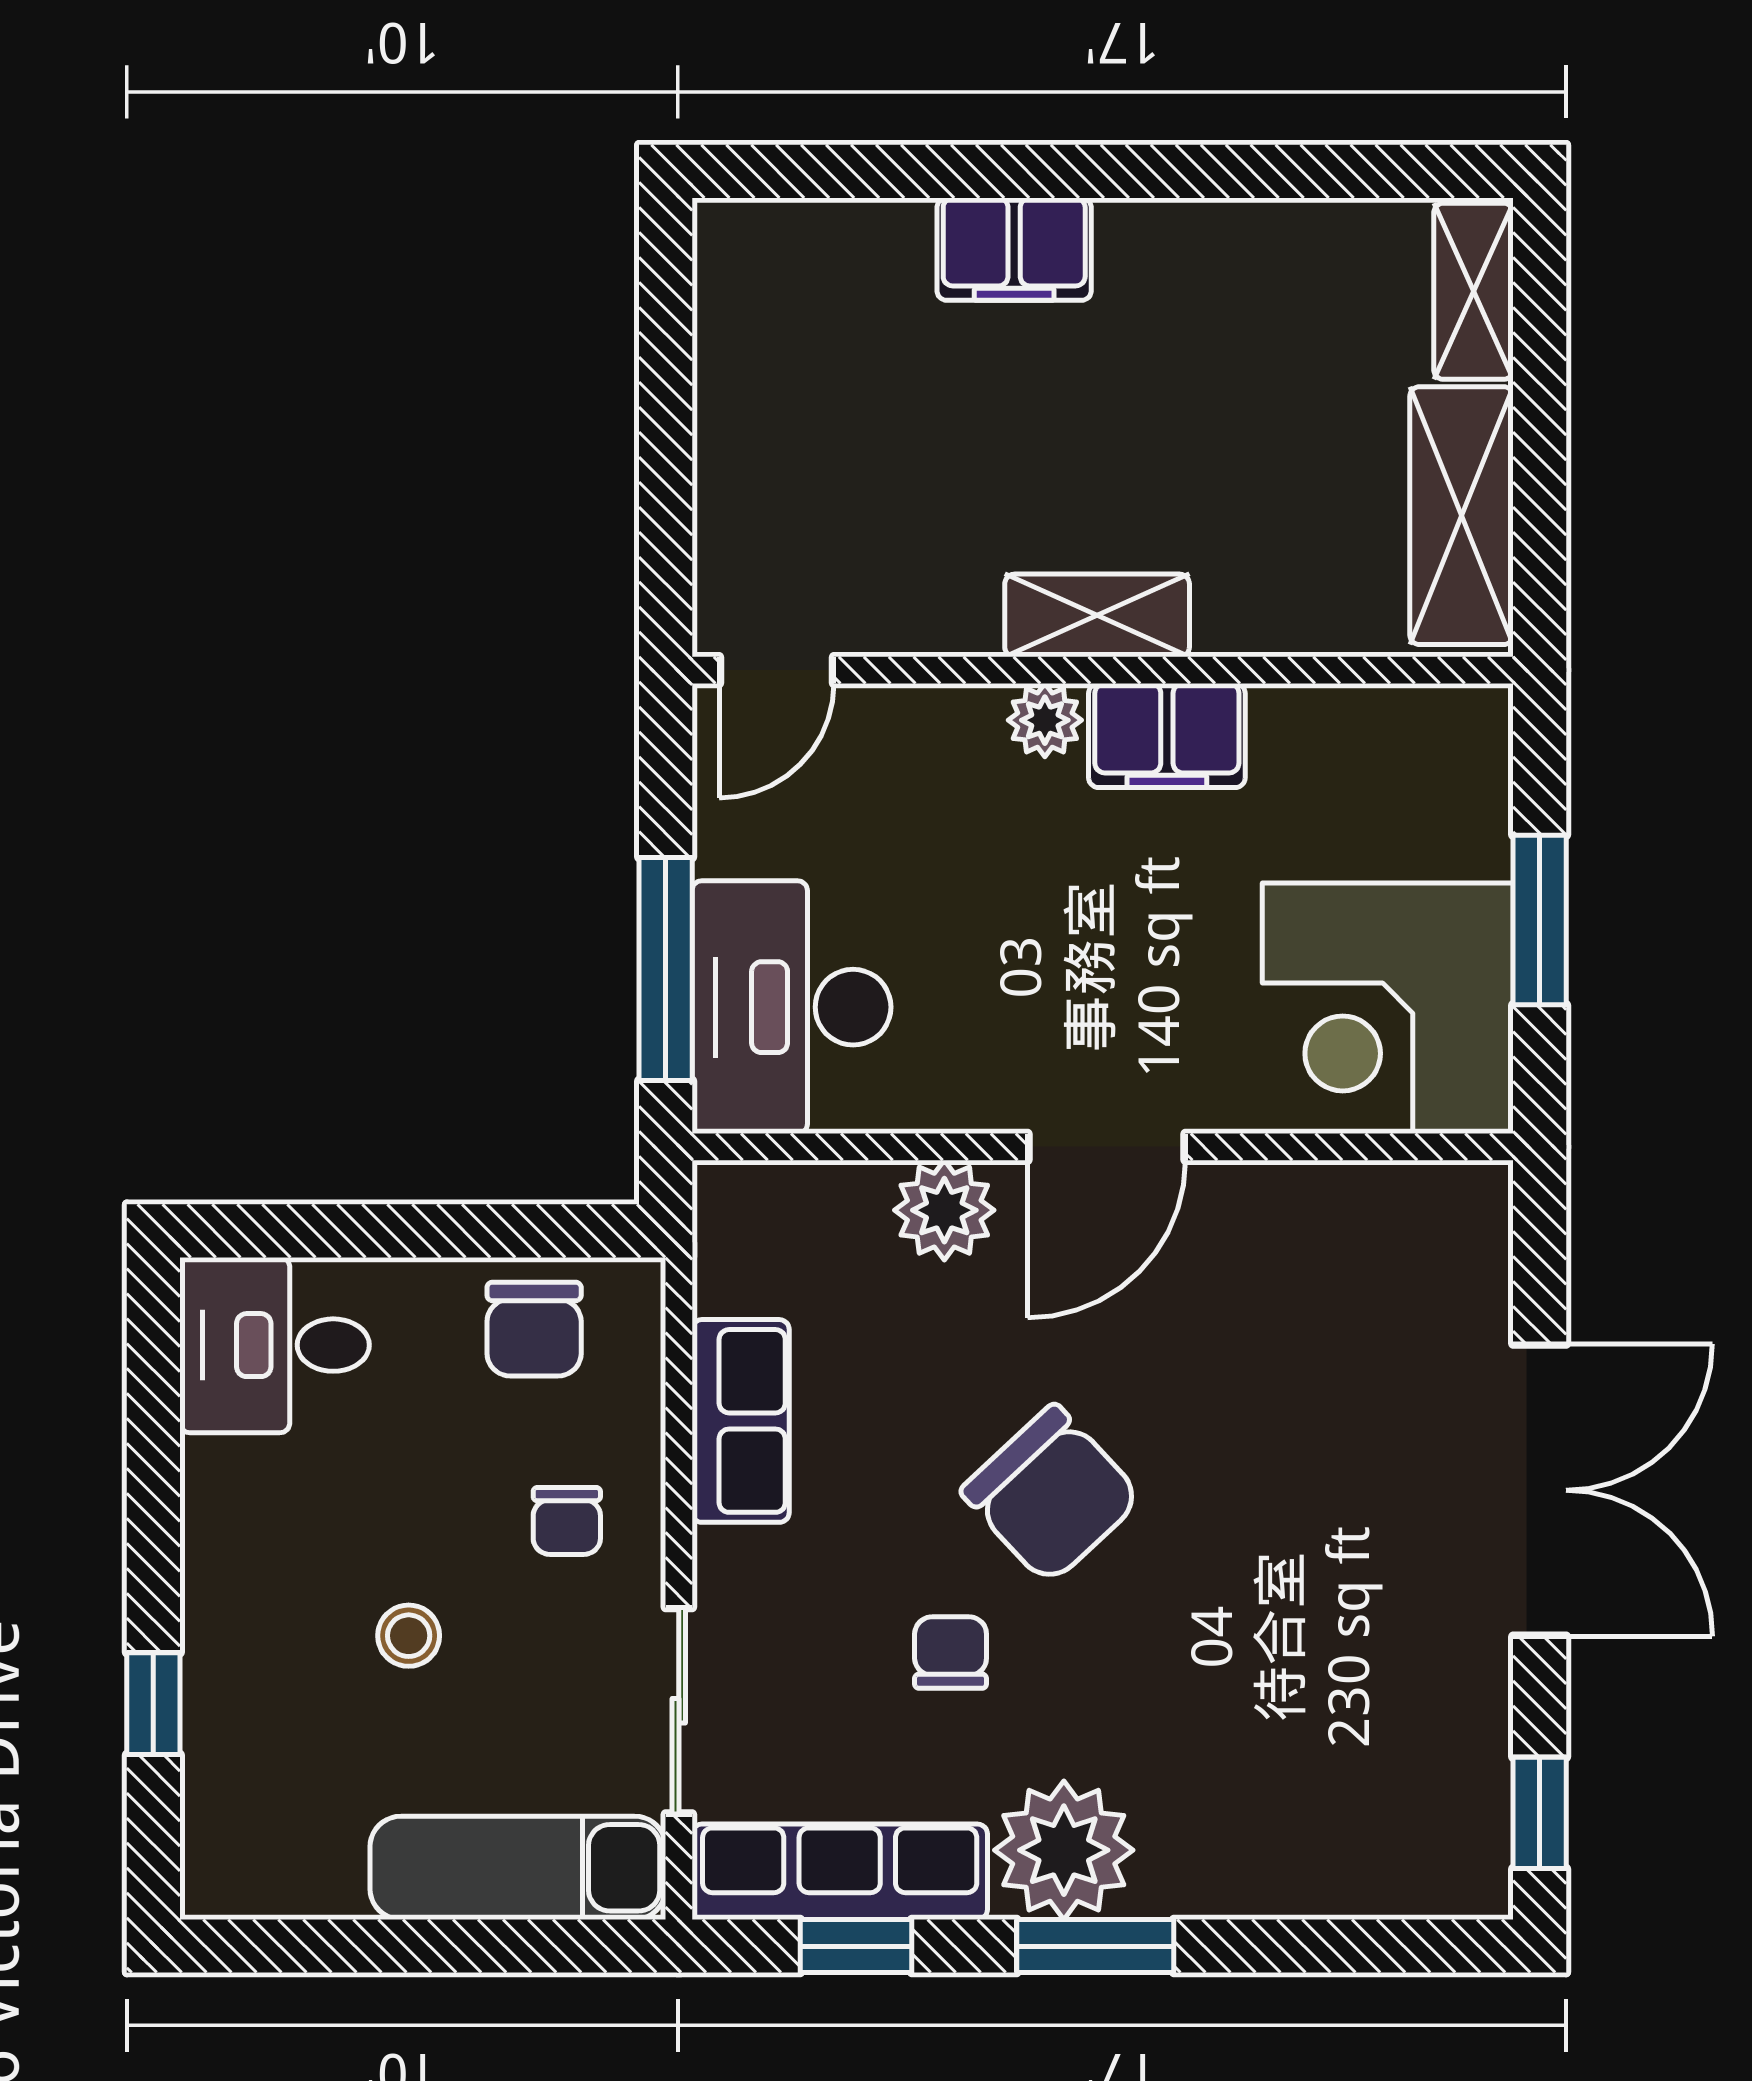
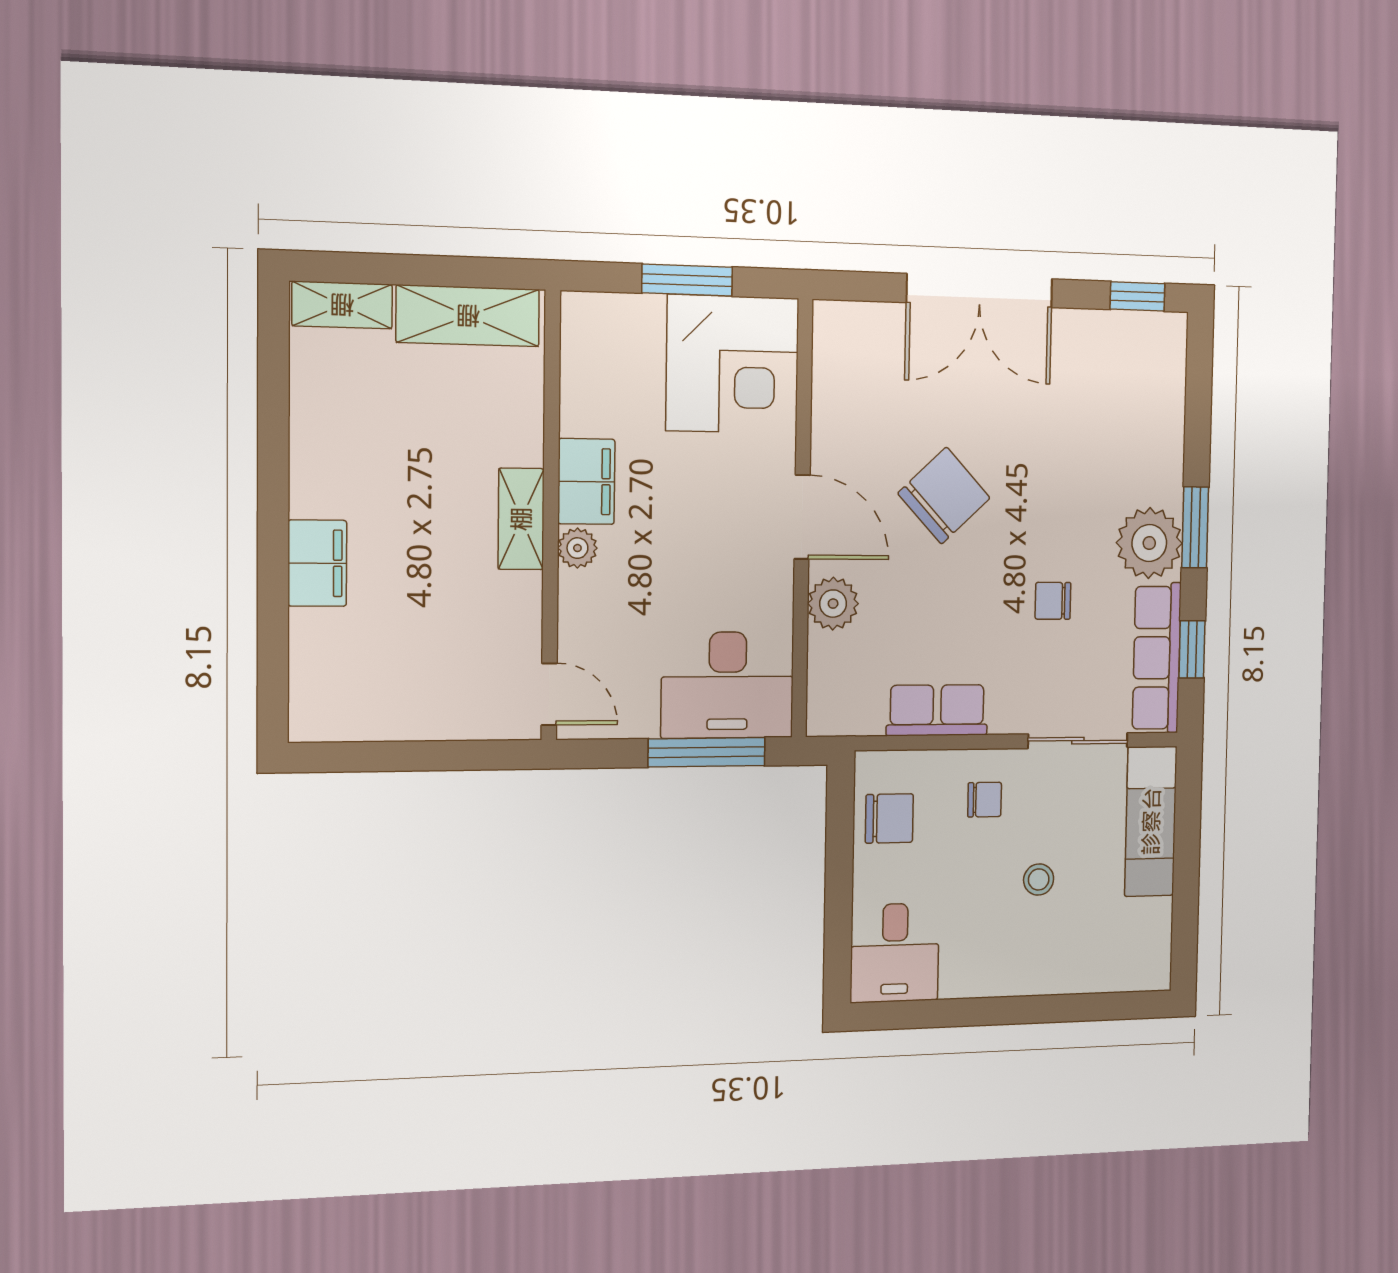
double door: (1540, 1490) -> (980, 291), swing flipped
chair: (1051, 1494) -> (944, 496), moved
window: (153, 1704) -> (1068, 1008), removed

